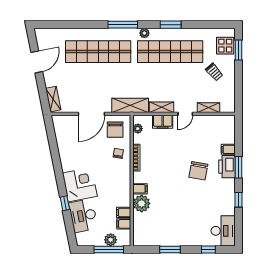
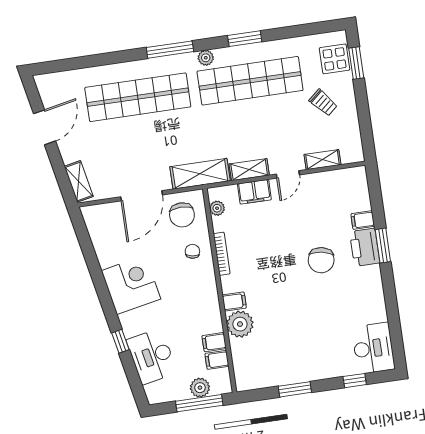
corner desk: (80, 185) -> (131, 285), moved
window: (238, 200) -> (390, 296), removed

